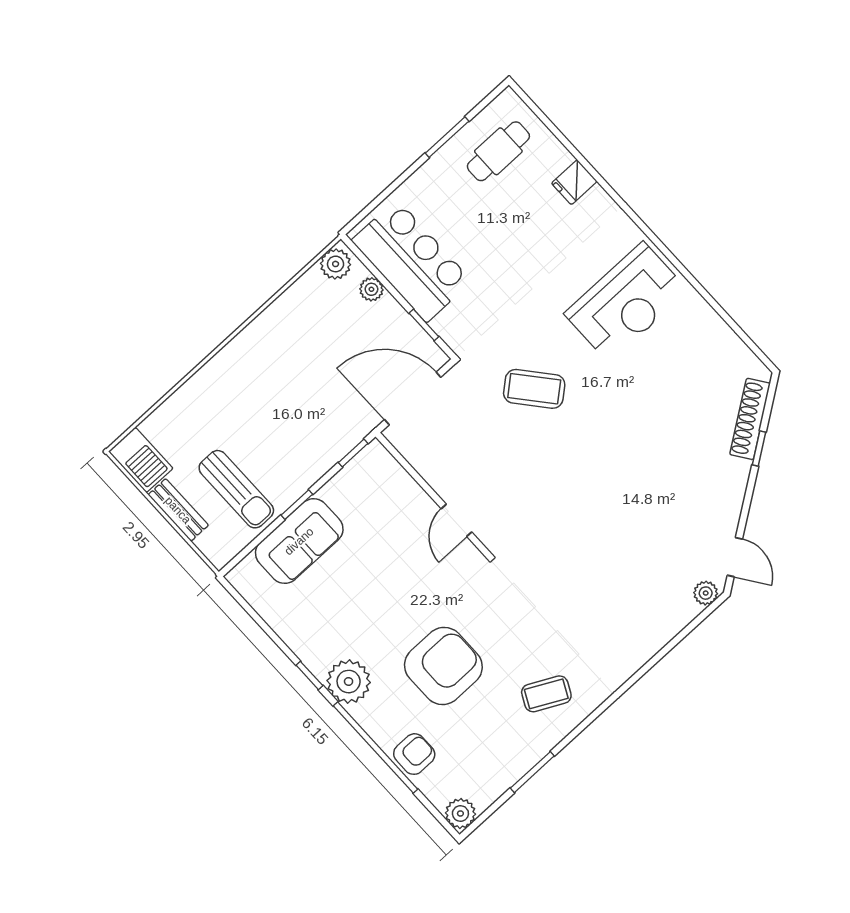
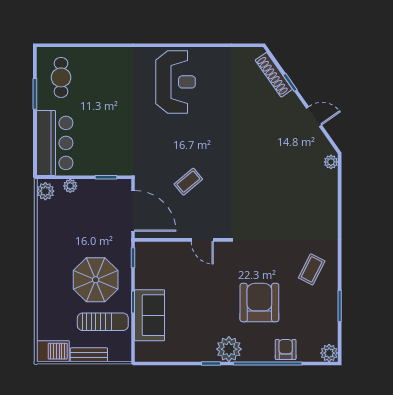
fridge: (574, 182) -> (104, 57), removed
bar counter: (412, 261) -> (55, 143), moved, turned 90
coffee table: (534, 389) -> (188, 182), moved, width x0.73, depth x0.77
door: (413, 398) -> (133, 211), swing flipped
parasol: (281, 431) -> (96, 280), added
door: (735, 557) -> (314, 117), moved

